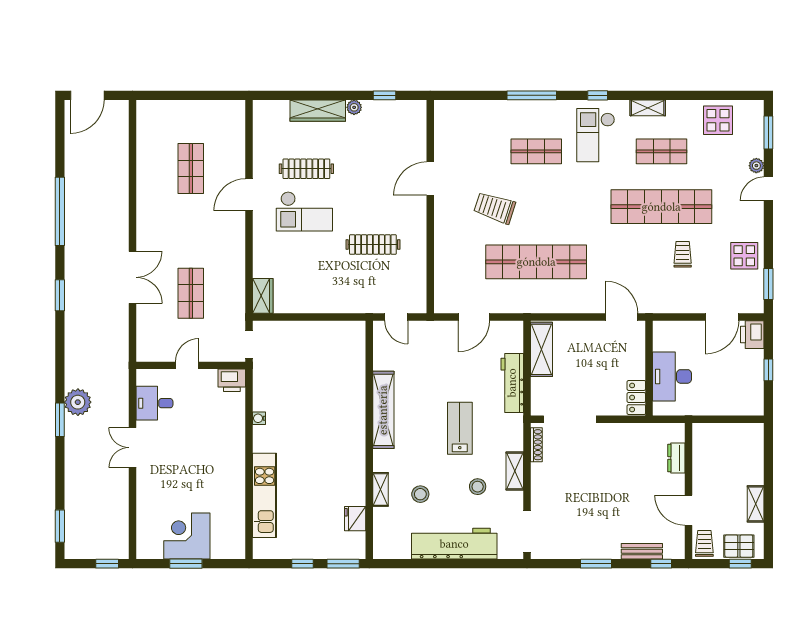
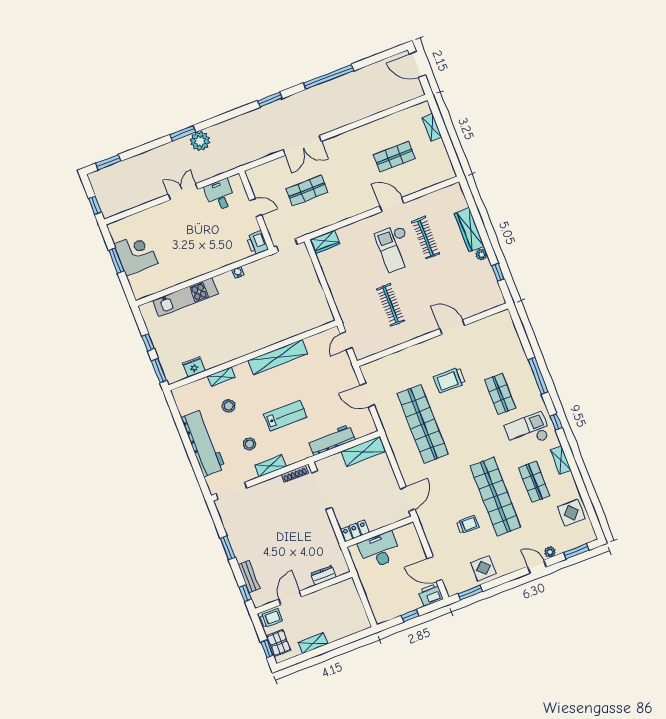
shelving: (172, 108) -> (432, 127), added
trolley: (495, 208) -> (449, 380), turned -108

